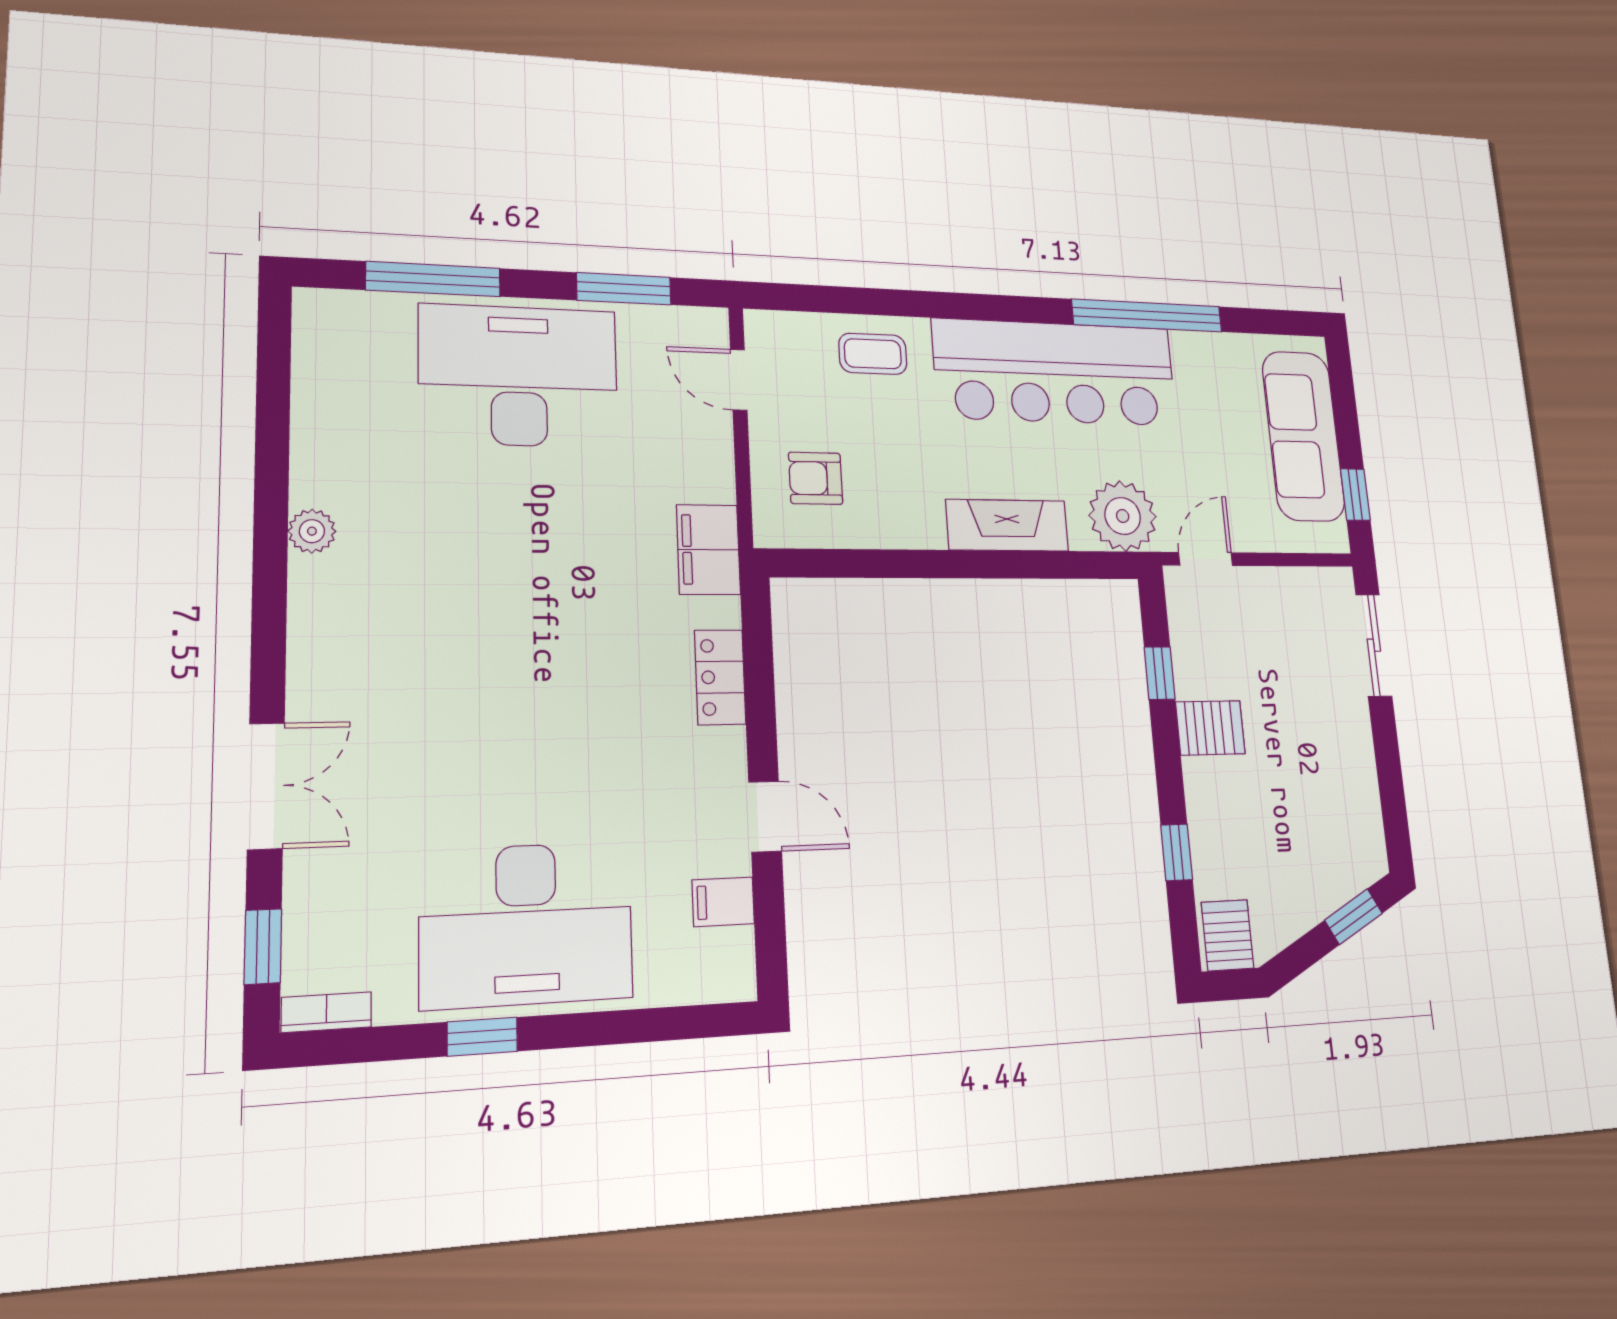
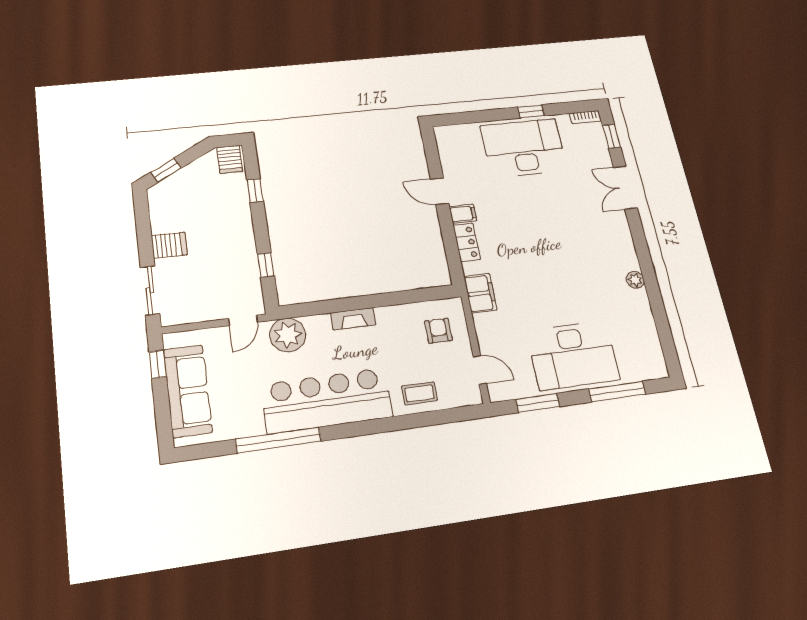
armchair: (816, 478) -> (438, 331), turned -90
fireplace: (1007, 525) -> (353, 319), width x0.73, depth x0.76
server rack: (1210, 728) -> (169, 245), moved, turned 180
filing cabinet: (723, 902) -> (463, 214), moved

